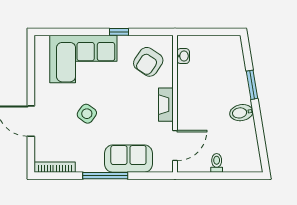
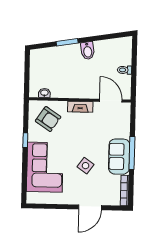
sofa: (128, 159) -> (119, 157), moved

